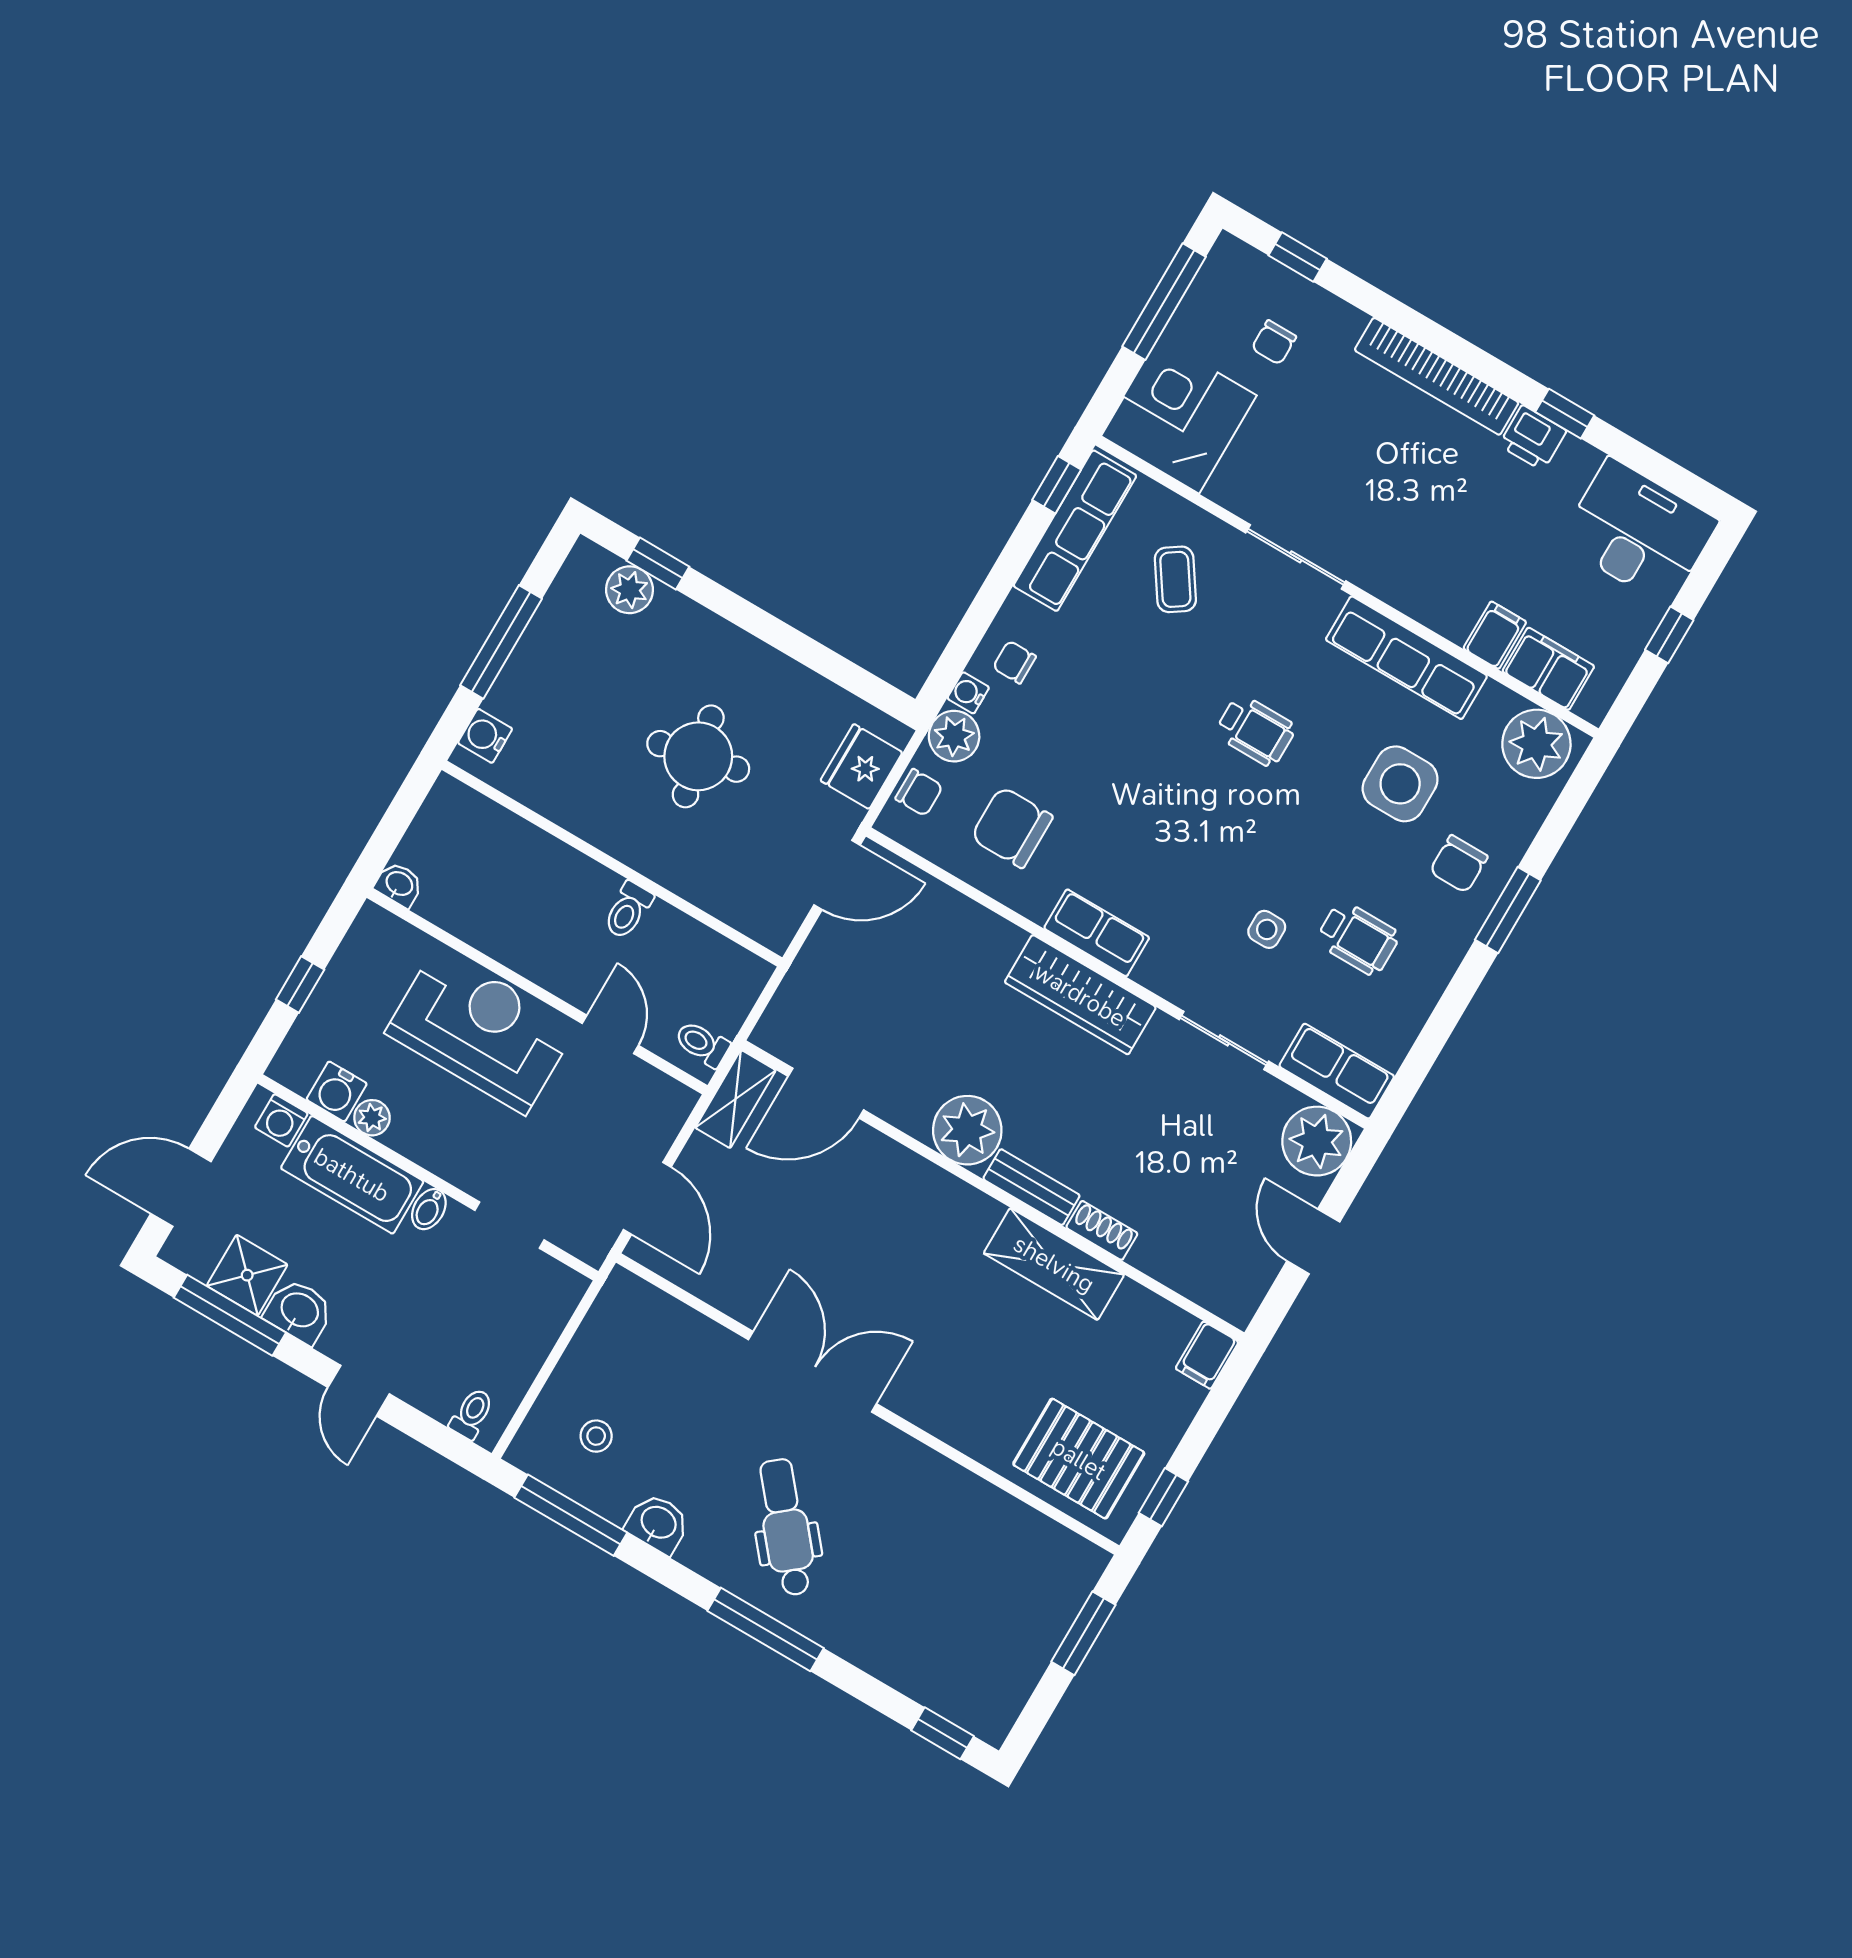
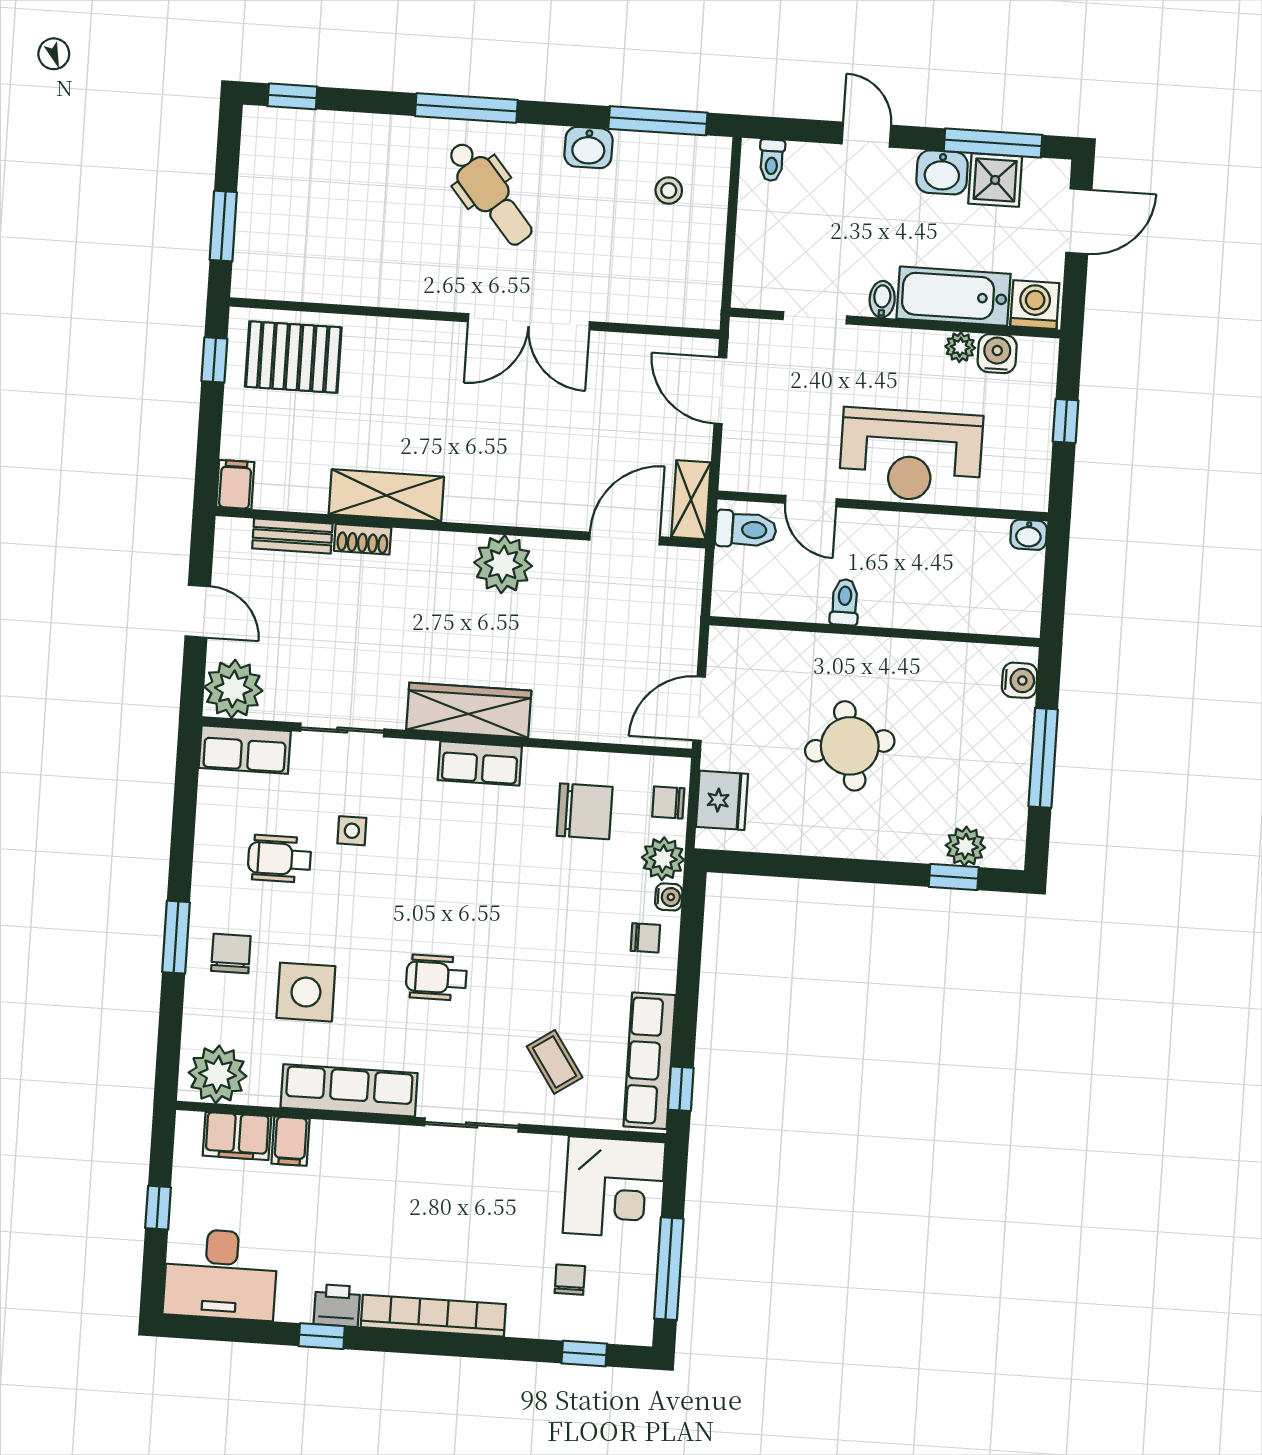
toilet: (702, 1044) -> (746, 529), width x1.37, depth x1.39
washing machine: (281, 1120) -> (1035, 305), width x1.38, depth x1.38
bench: (1031, 1187) -> (292, 536), moved

